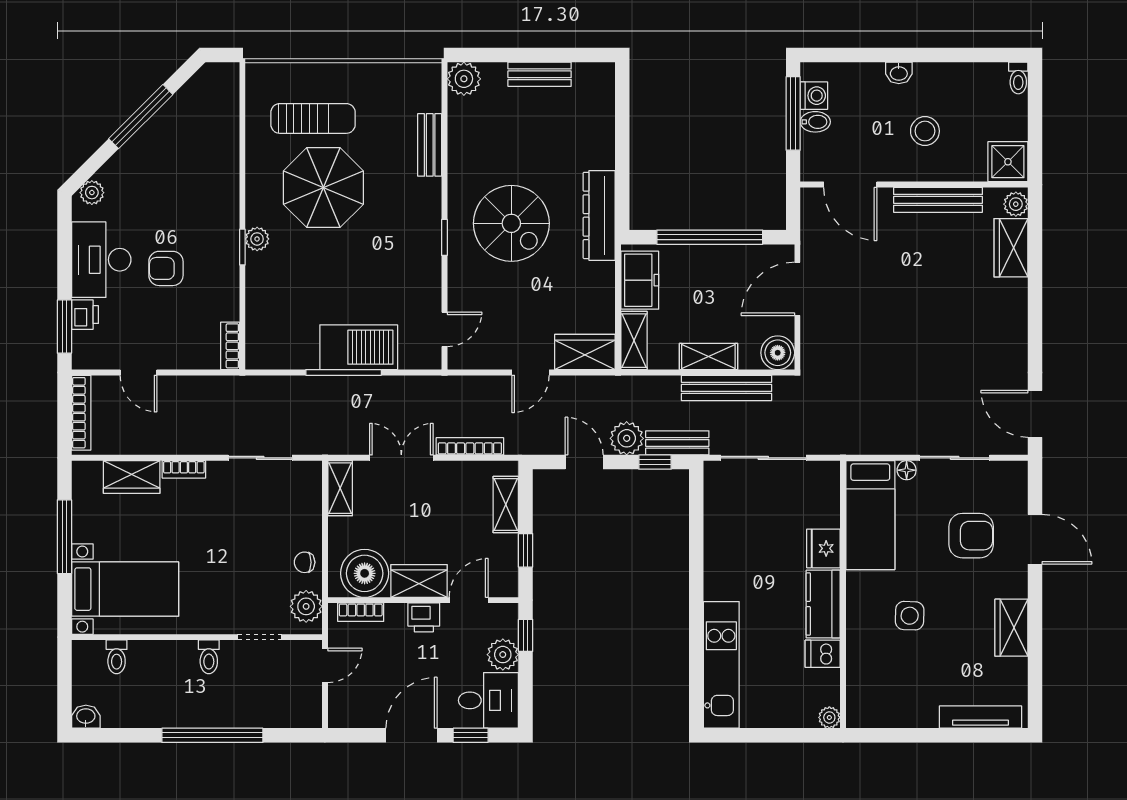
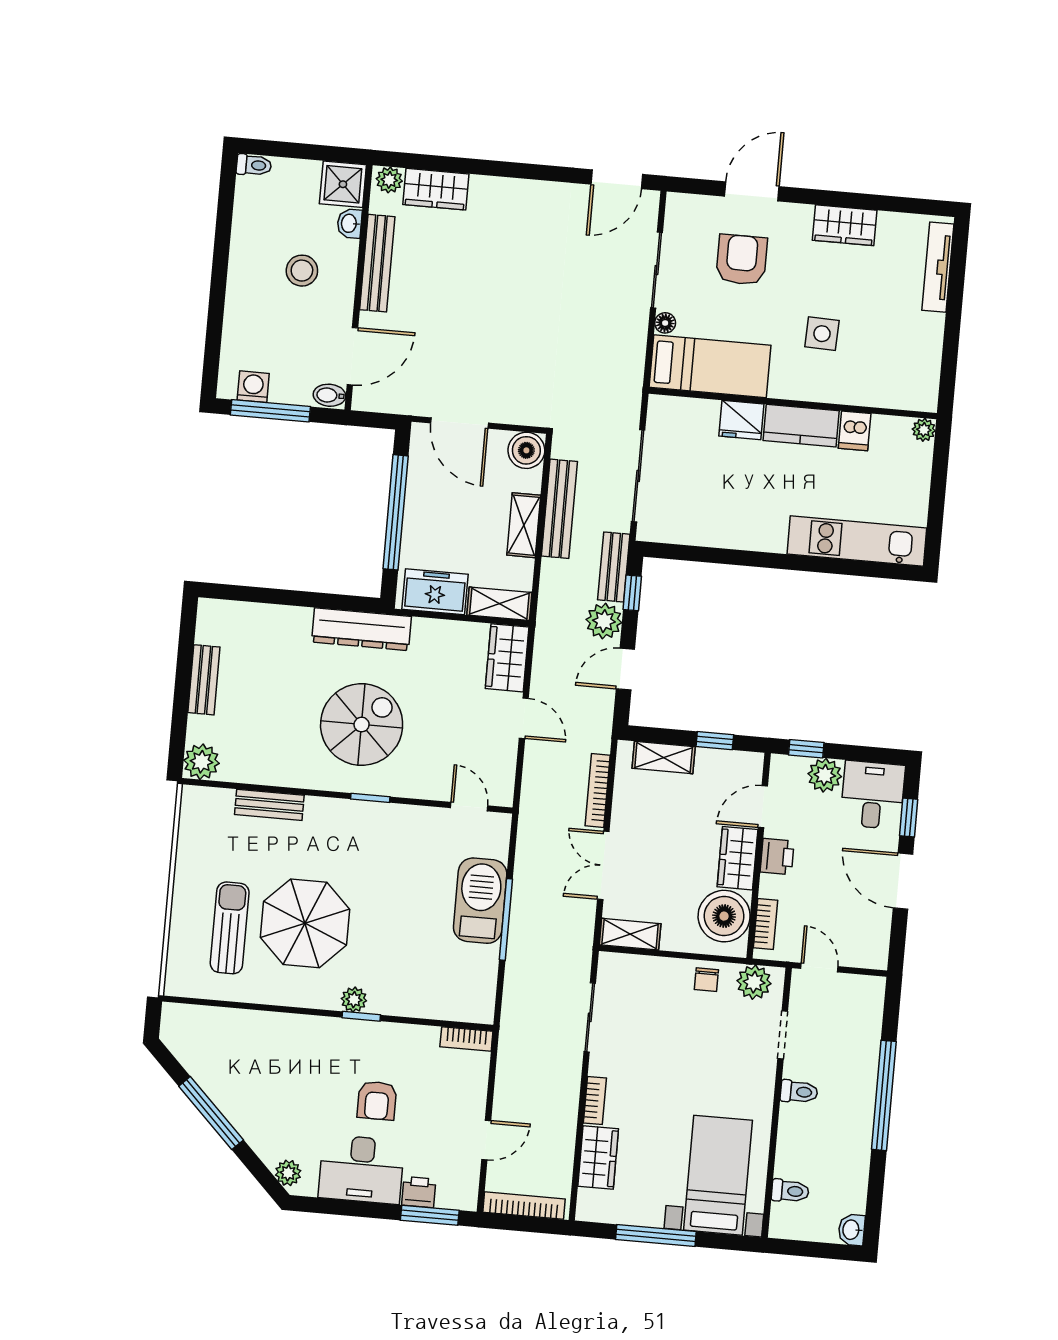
washbasin: (899, 73) -> (350, 223), moved, turned 180
bidet: (815, 122) -> (329, 395), moved, turned -90
door: (469, 600) -> (763, 807), hinge flipped

